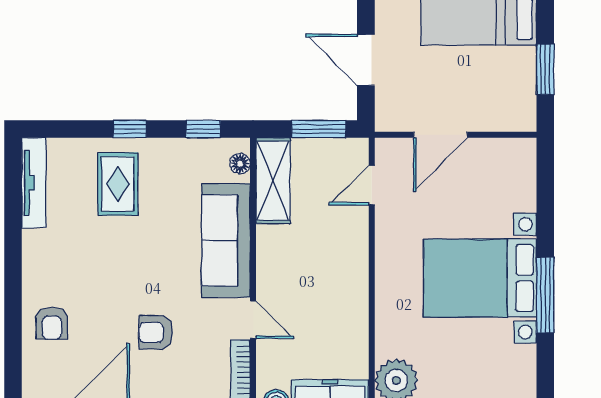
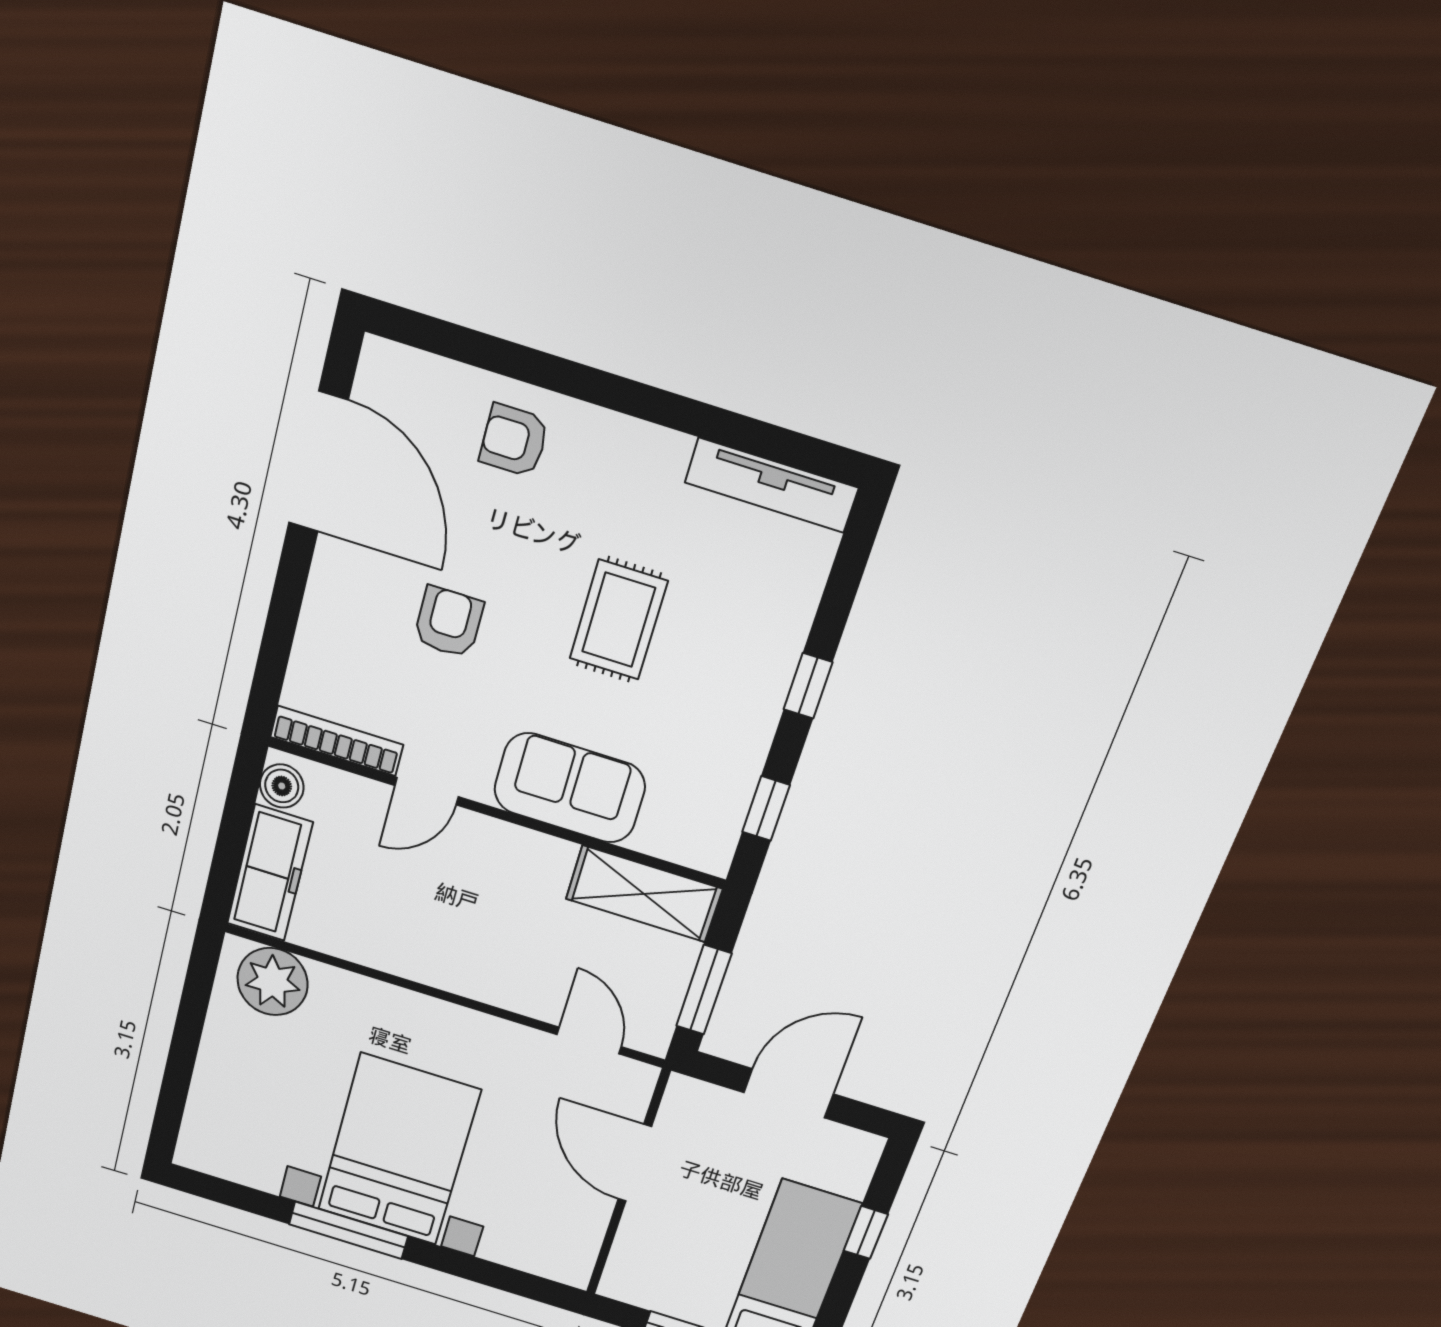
floor lamp: (240, 163) -> (689, 850), removed
rug: (118, 184) -> (619, 620), moved, turned 90
sofa: (226, 240) -> (570, 788), width x0.73

